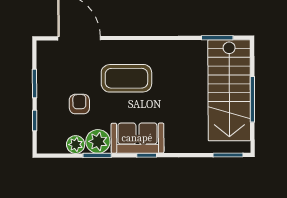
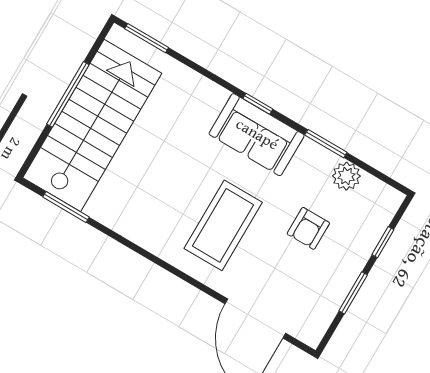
coffee table: (126, 78) -> (223, 225), turned 90
plant: (98, 141) -> (313, 162), removed

